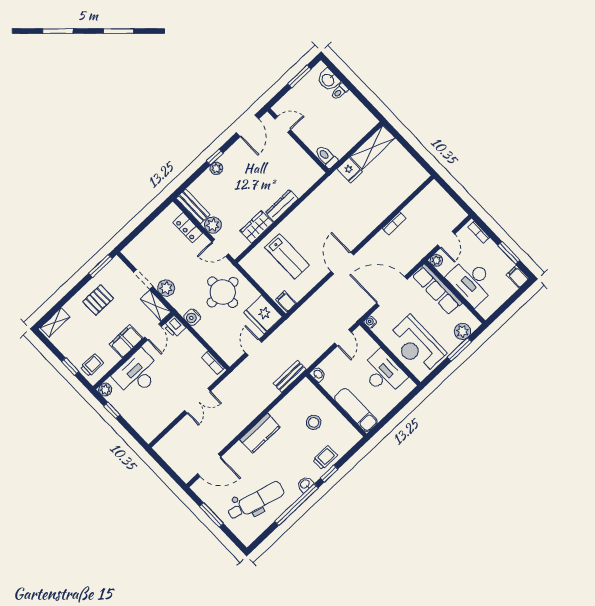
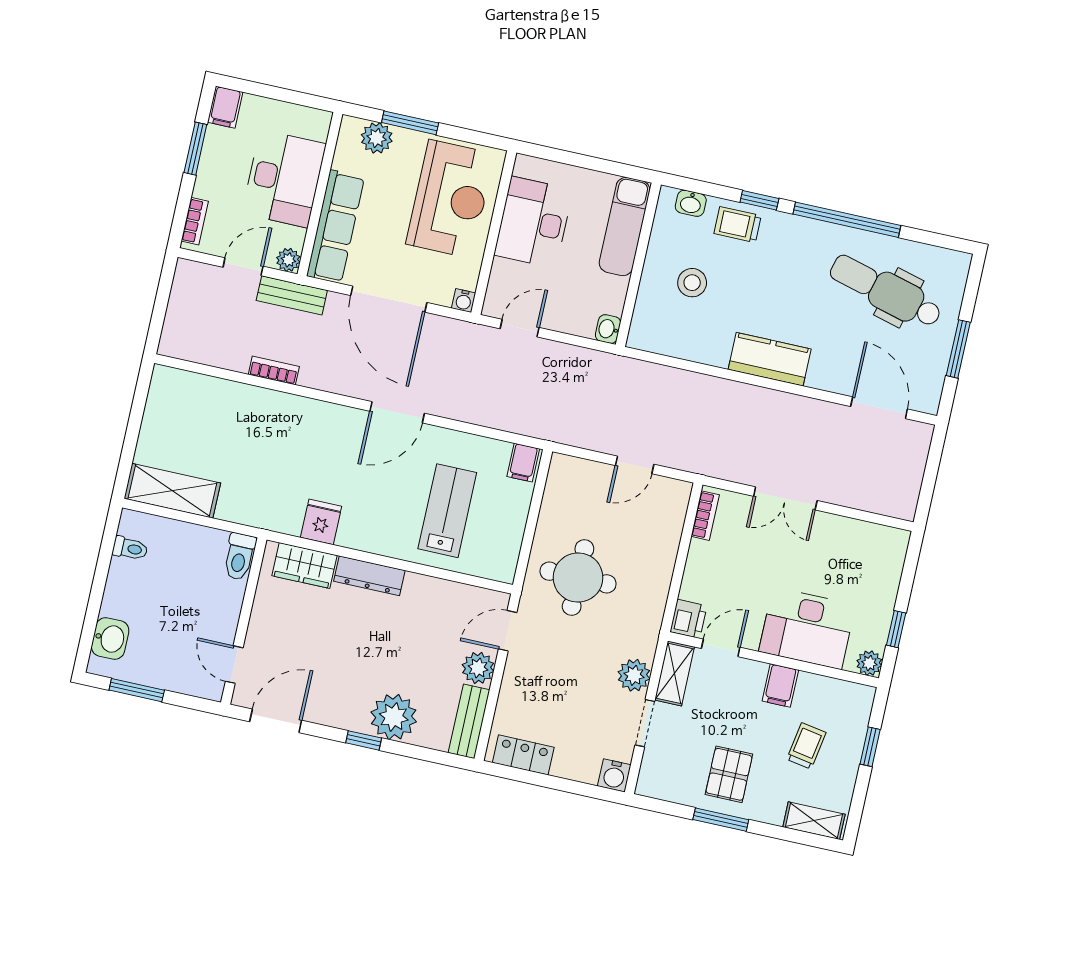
toilet: (340, 92) -> (130, 548), moved
plant: (216, 168) -> (394, 717), width x1.87, depth x1.87
fridge: (350, 170) -> (321, 522), moved
wardrobe: (256, 227) -> (304, 565), moved
locker: (188, 228) -> (523, 755), moved, turned -90
door: (220, 248) -> (508, 631), swing flipped
window: (100, 266) -> (721, 820), moved
pallet: (98, 300) -> (729, 774), turned 90
fridge: (263, 315) -> (570, 486), removed
water cooler: (192, 317) -> (614, 775), moved, turned 90
filing cabinet: (126, 341) -> (780, 685), width x0.50
trolley: (92, 365) -> (806, 746), moved, turned 100
bench: (290, 376) -> (292, 295), moved
double door: (197, 401) -> (785, 498), swing flipped
washbasin: (305, 484) -> (691, 203), moved

